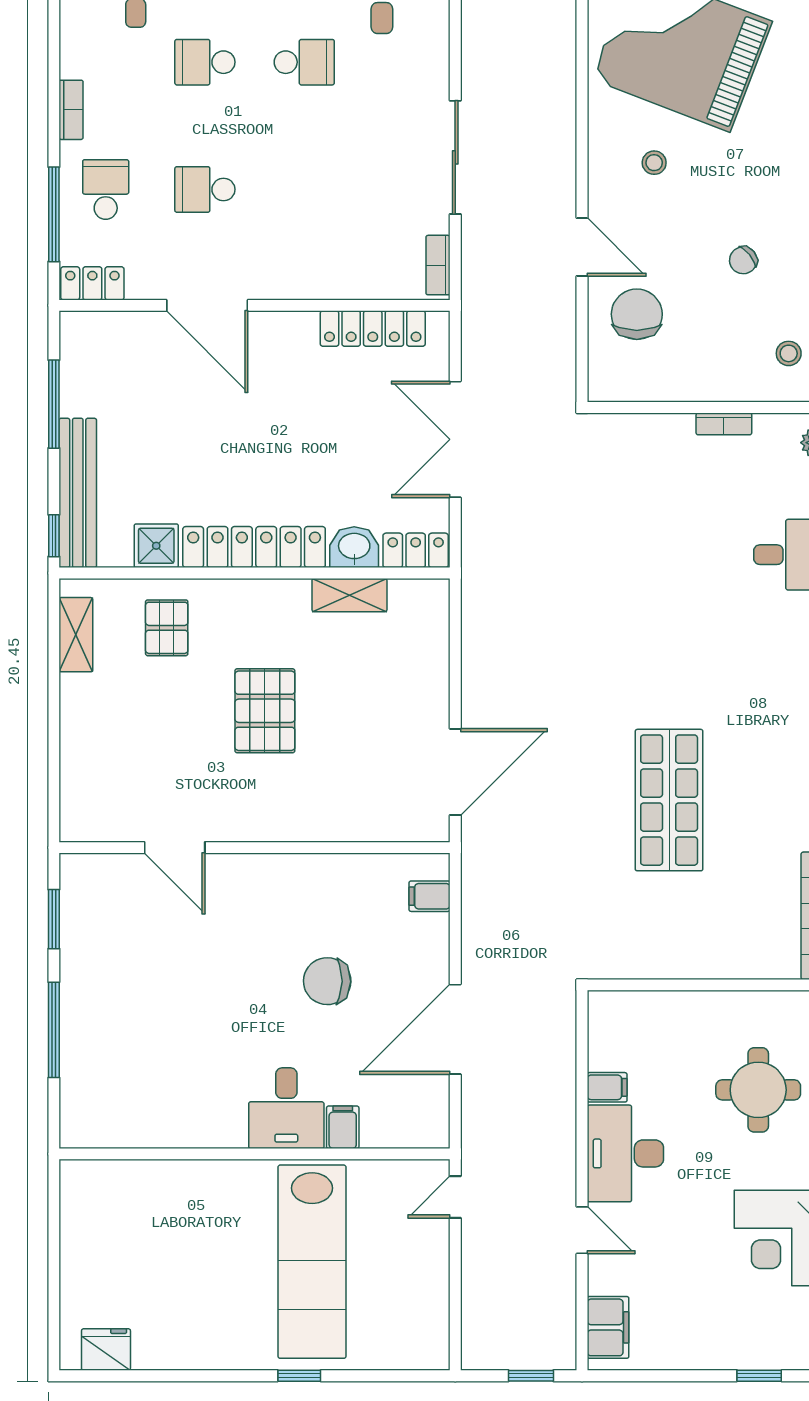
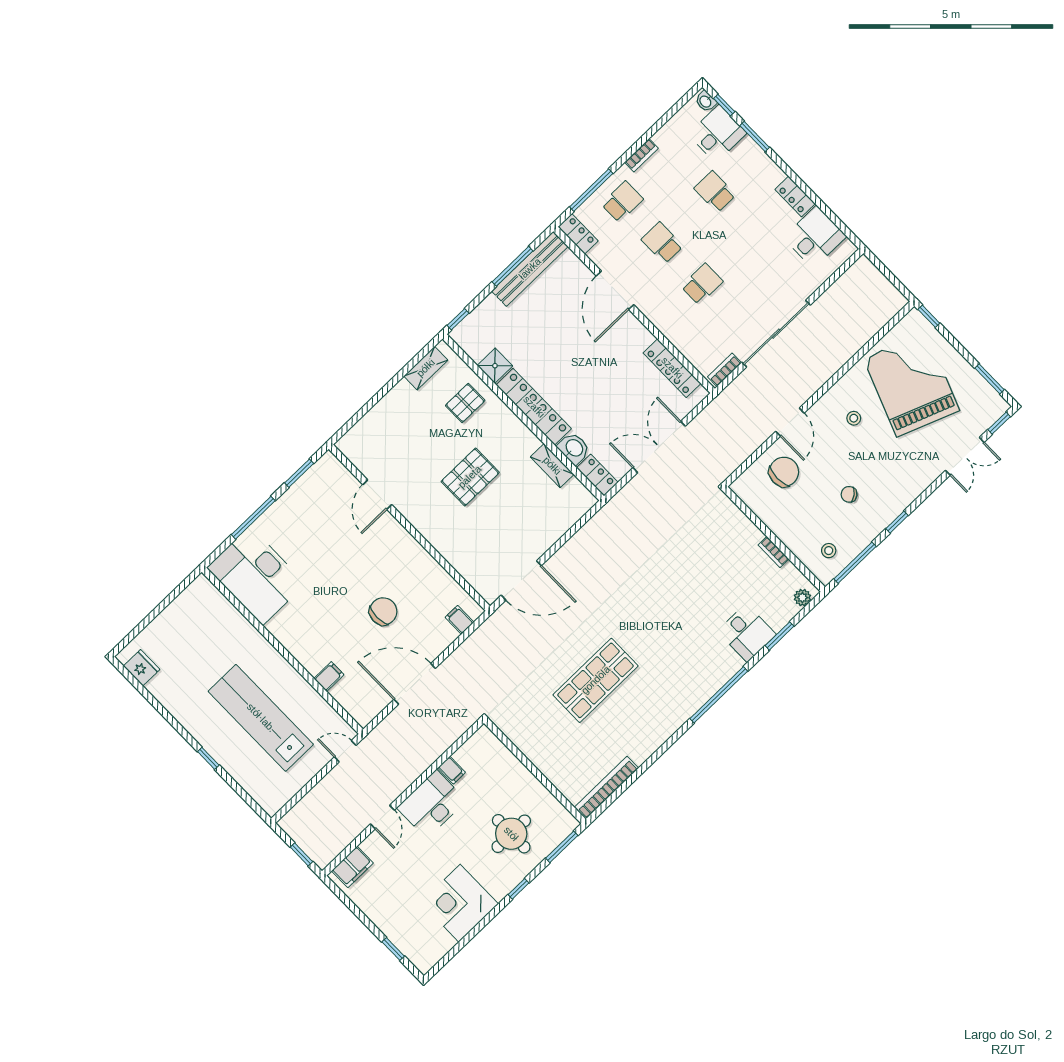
school desk: (304, 62) -> (702, 284), moved, turned -90
sliding door: (455, 157) -> (776, 334), width x1.36
bench: (78, 493) -> (530, 269), moved
chair: (327, 981) -> (383, 611), turned 89
desk: (286, 1108) -> (256, 576), moved, width x1.87, depth x1.30
lab bench: (312, 1262) -> (261, 718), turned 90

